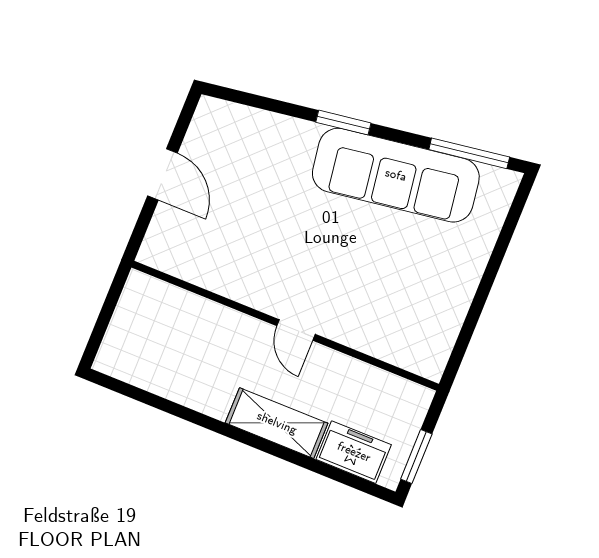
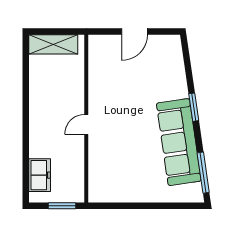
shelving: (277, 423) -> (53, 44), moved, turned 90
window: (416, 457) -> (62, 206), moved

